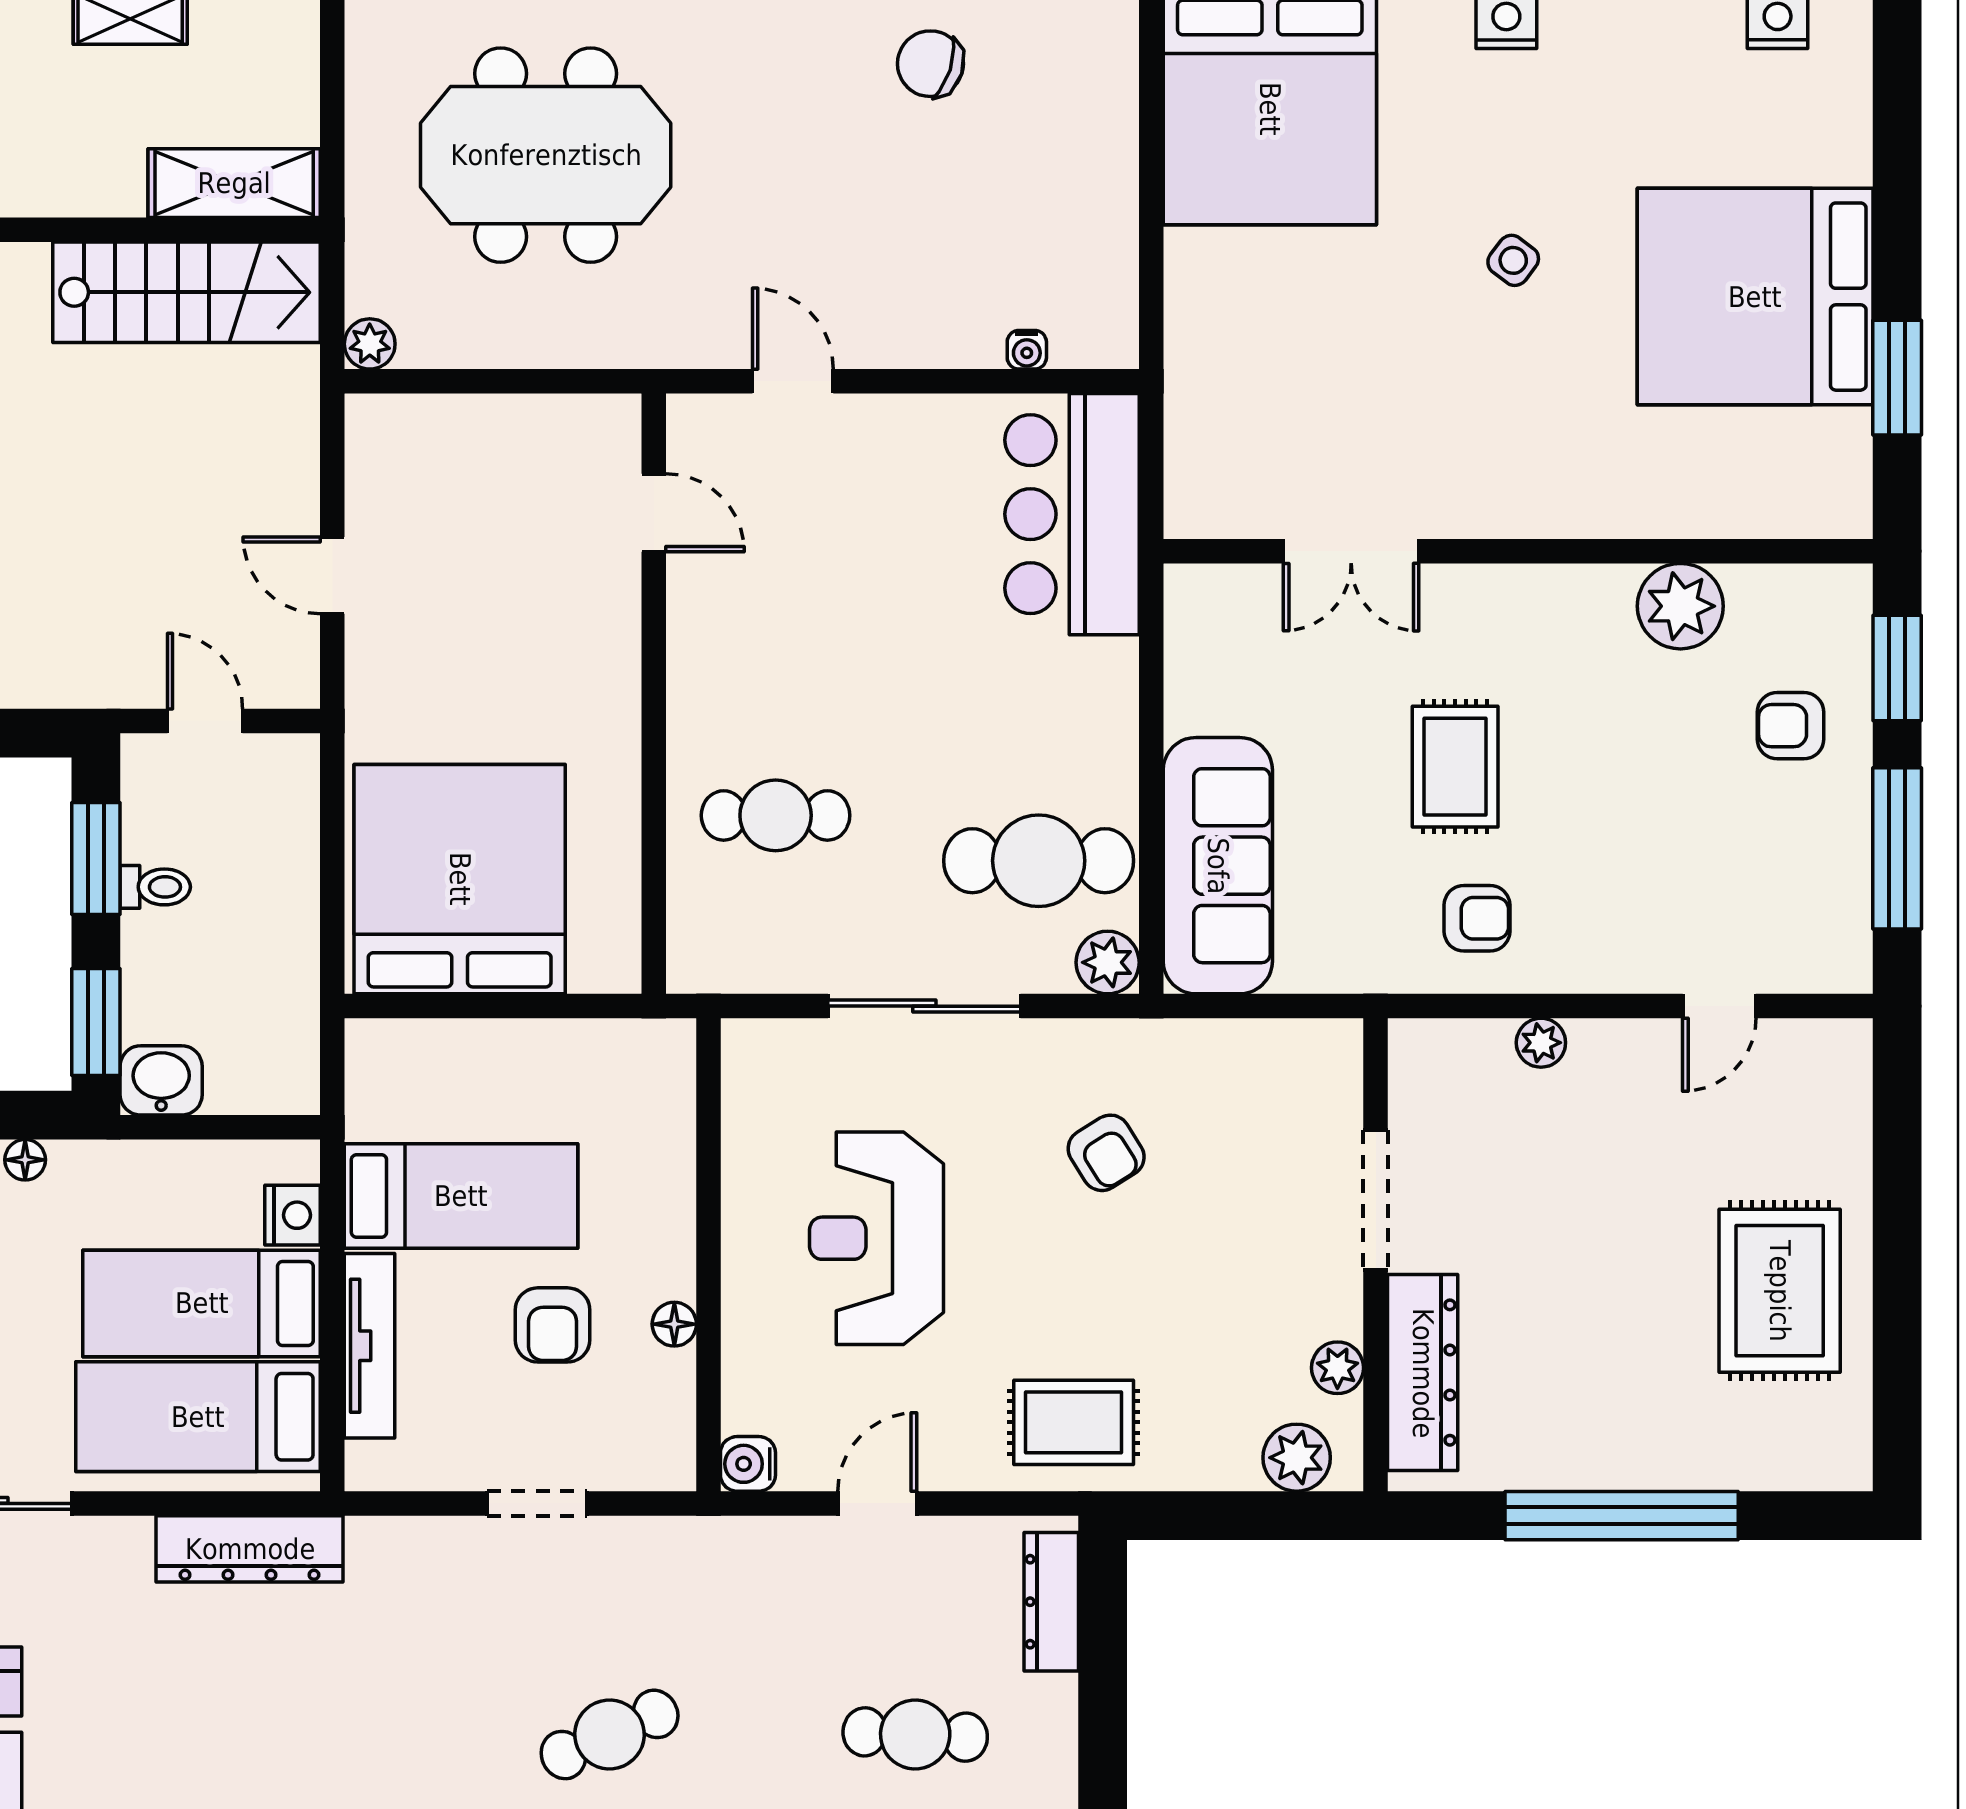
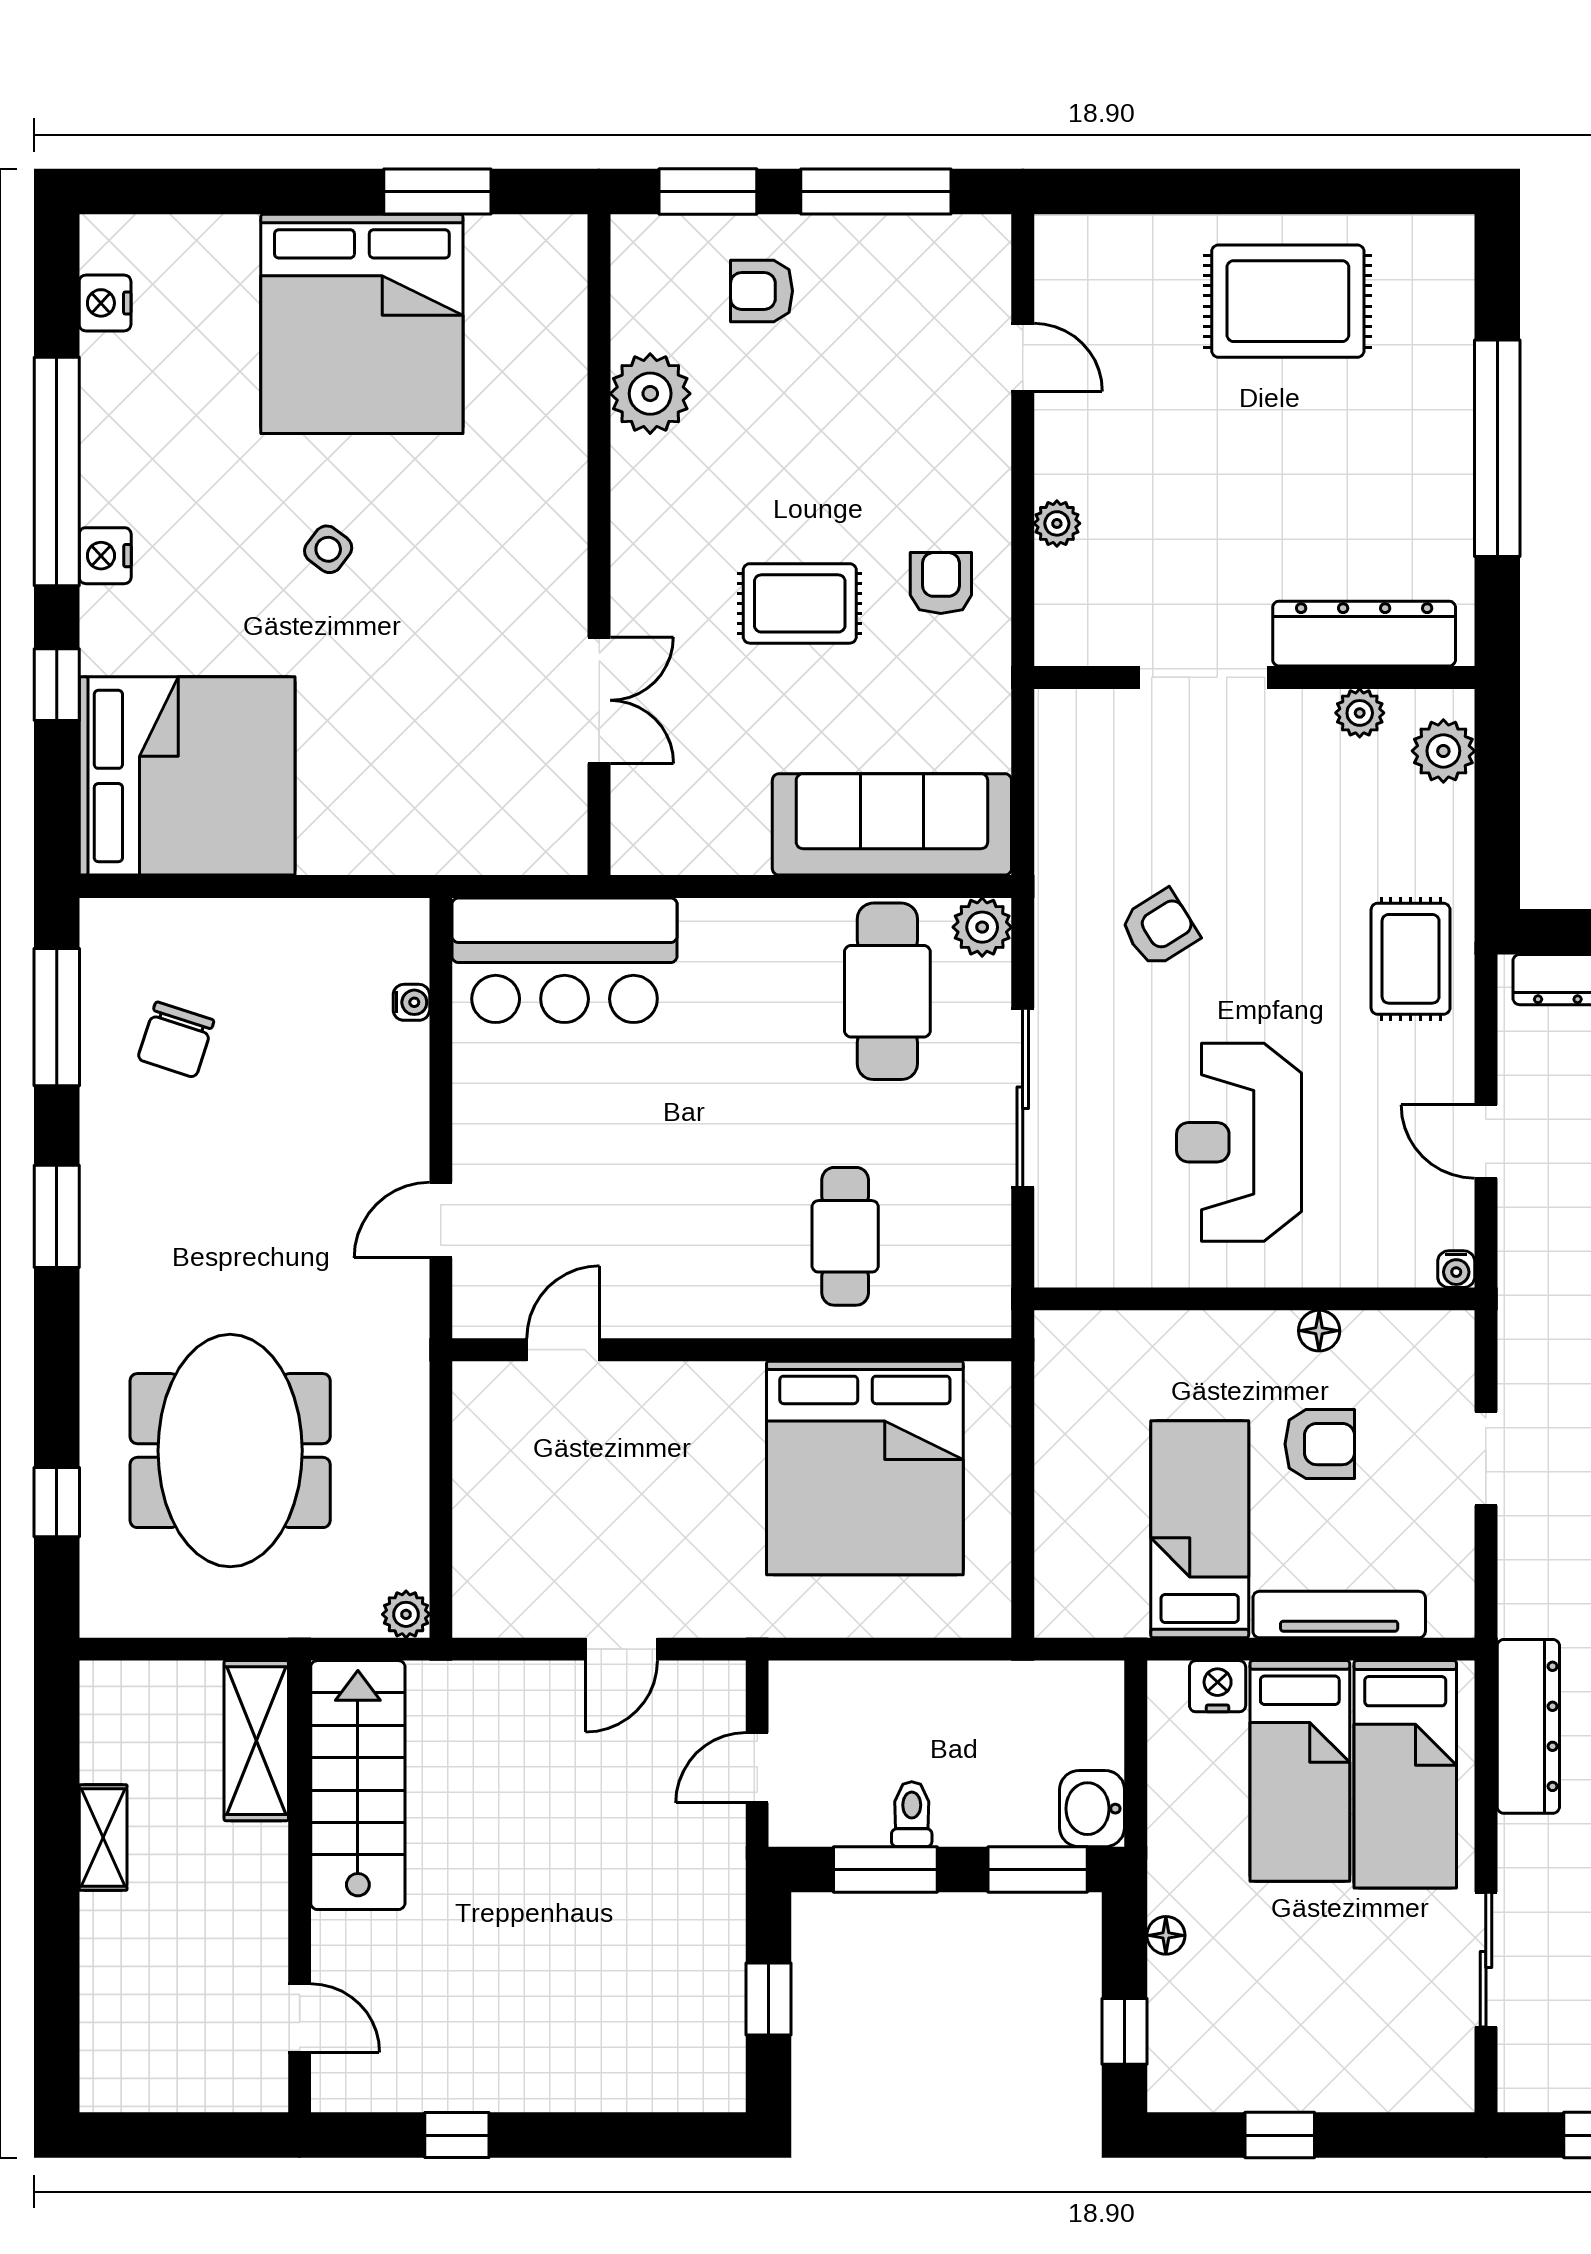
chair: (930, 64) -> (176, 1040), moved
armchair: (1790, 726) -> (762, 291), turned 90
bed: (460, 879) -> (865, 1468), moved, turned -90
reception desk: (877, 1238) -> (1239, 1142), turned 90
water cooler: (748, 1464) -> (1456, 1269), width x0.72, depth x0.72

